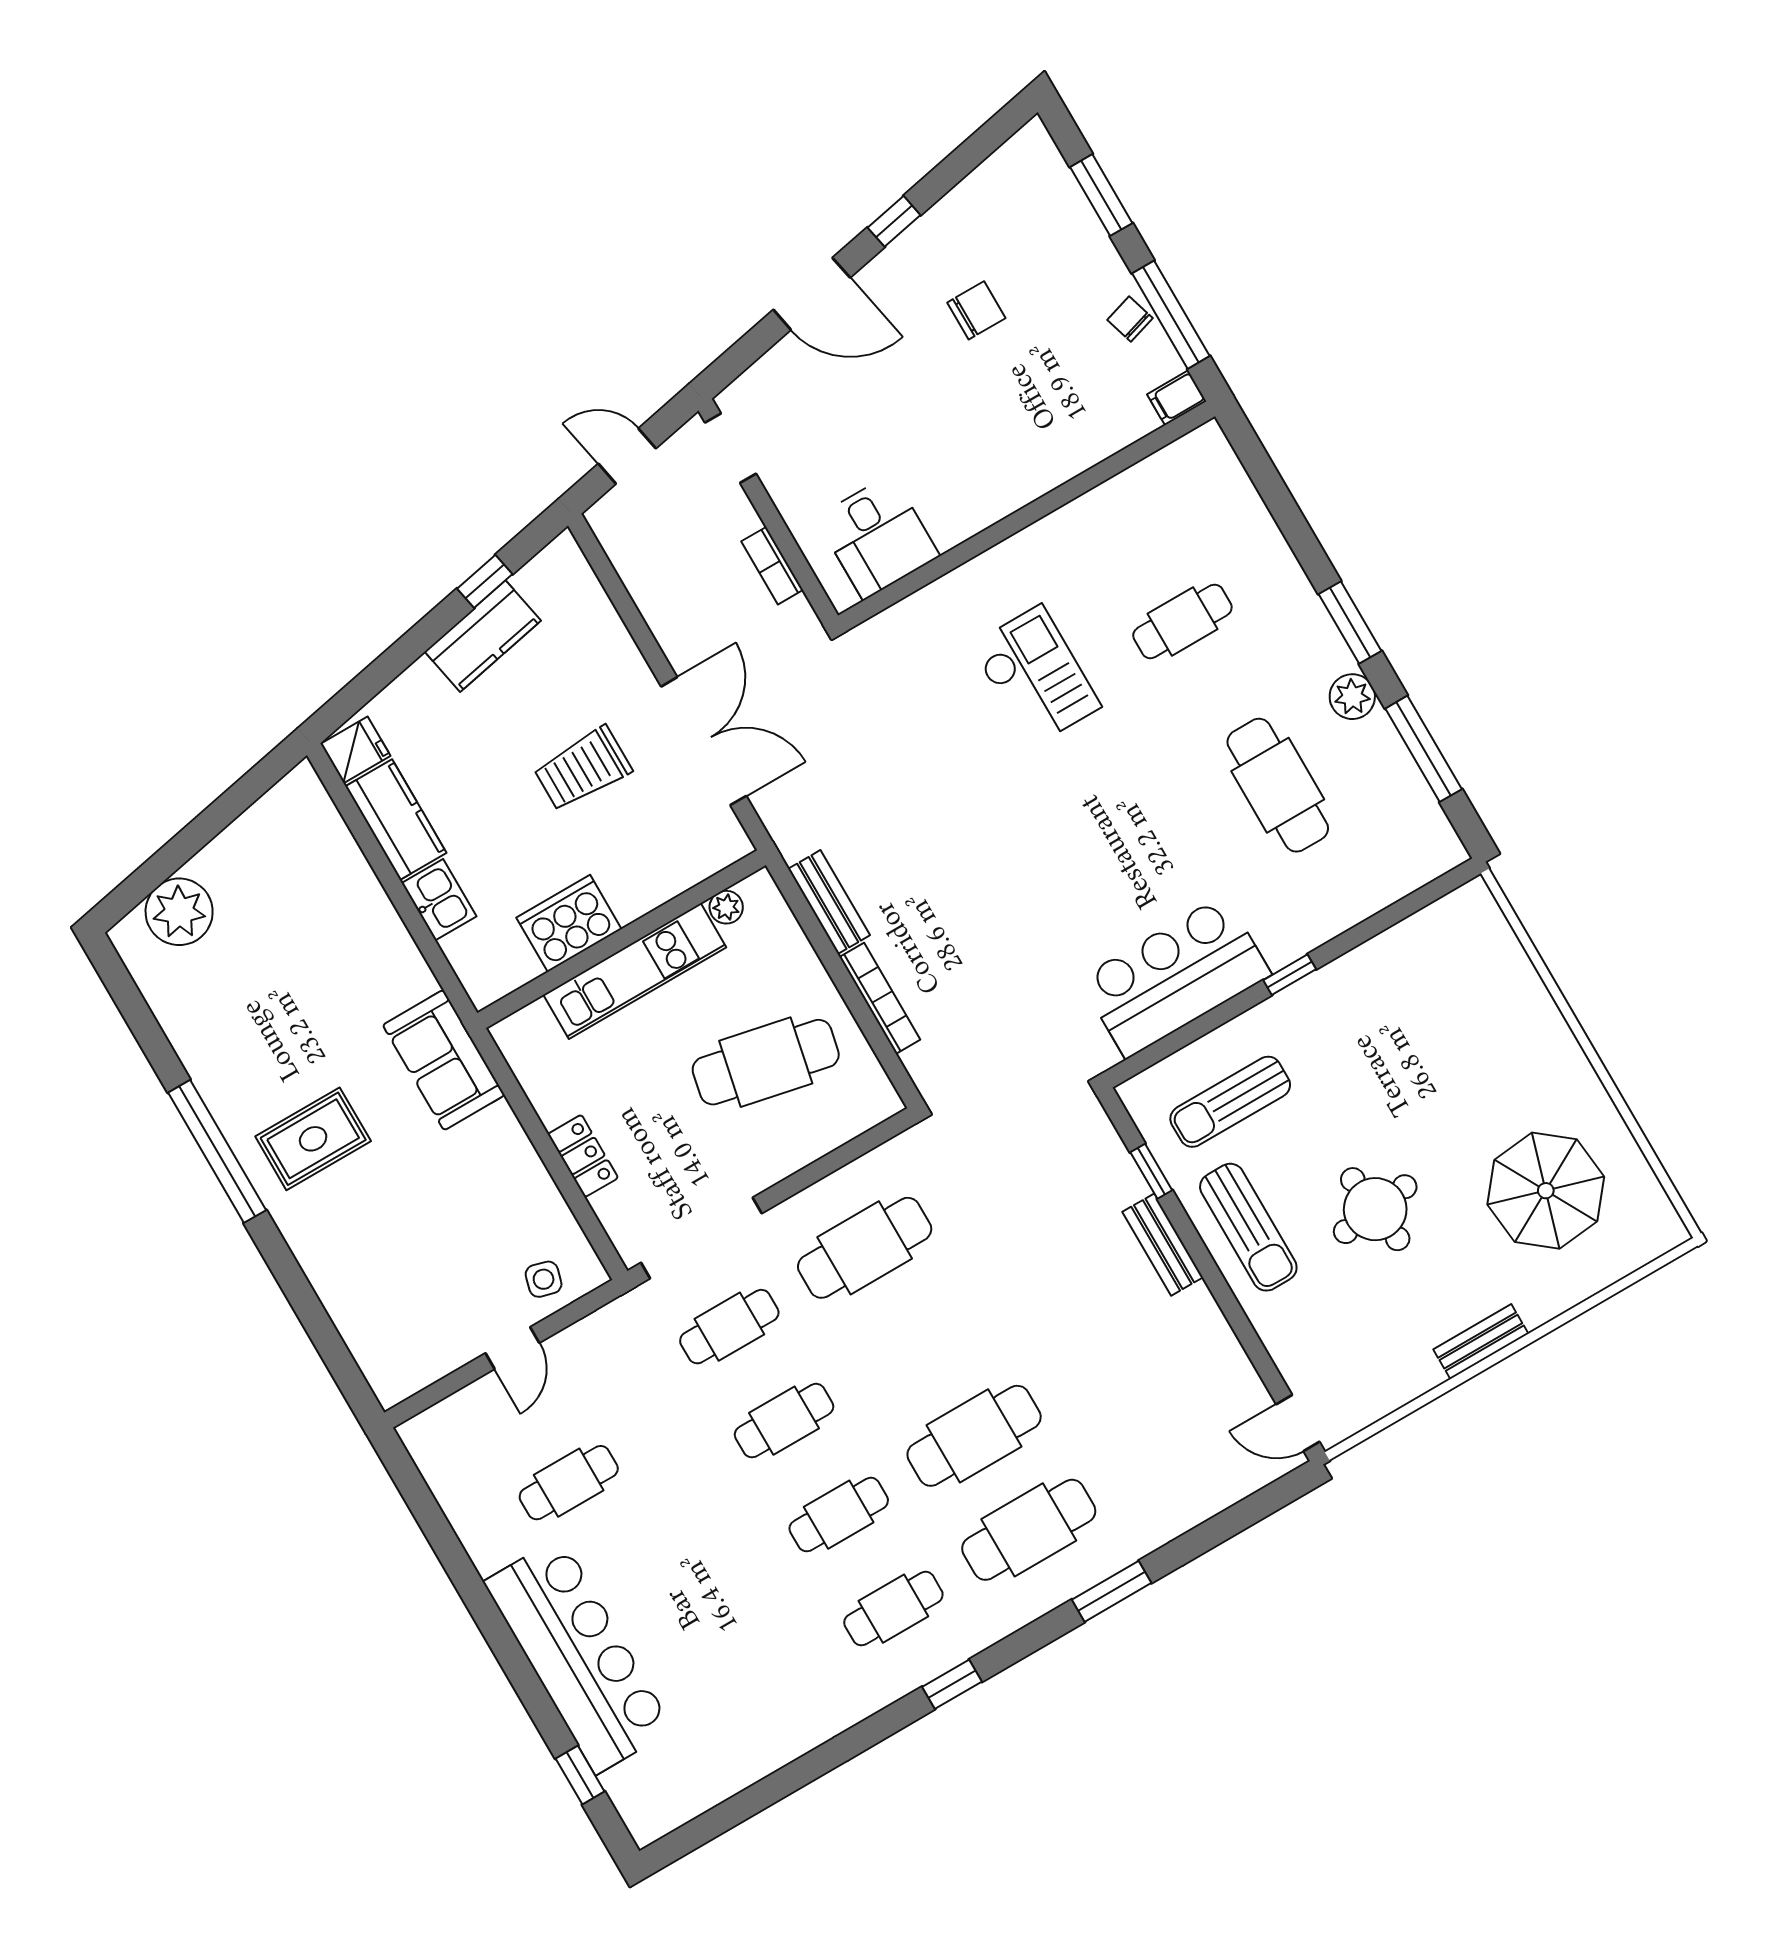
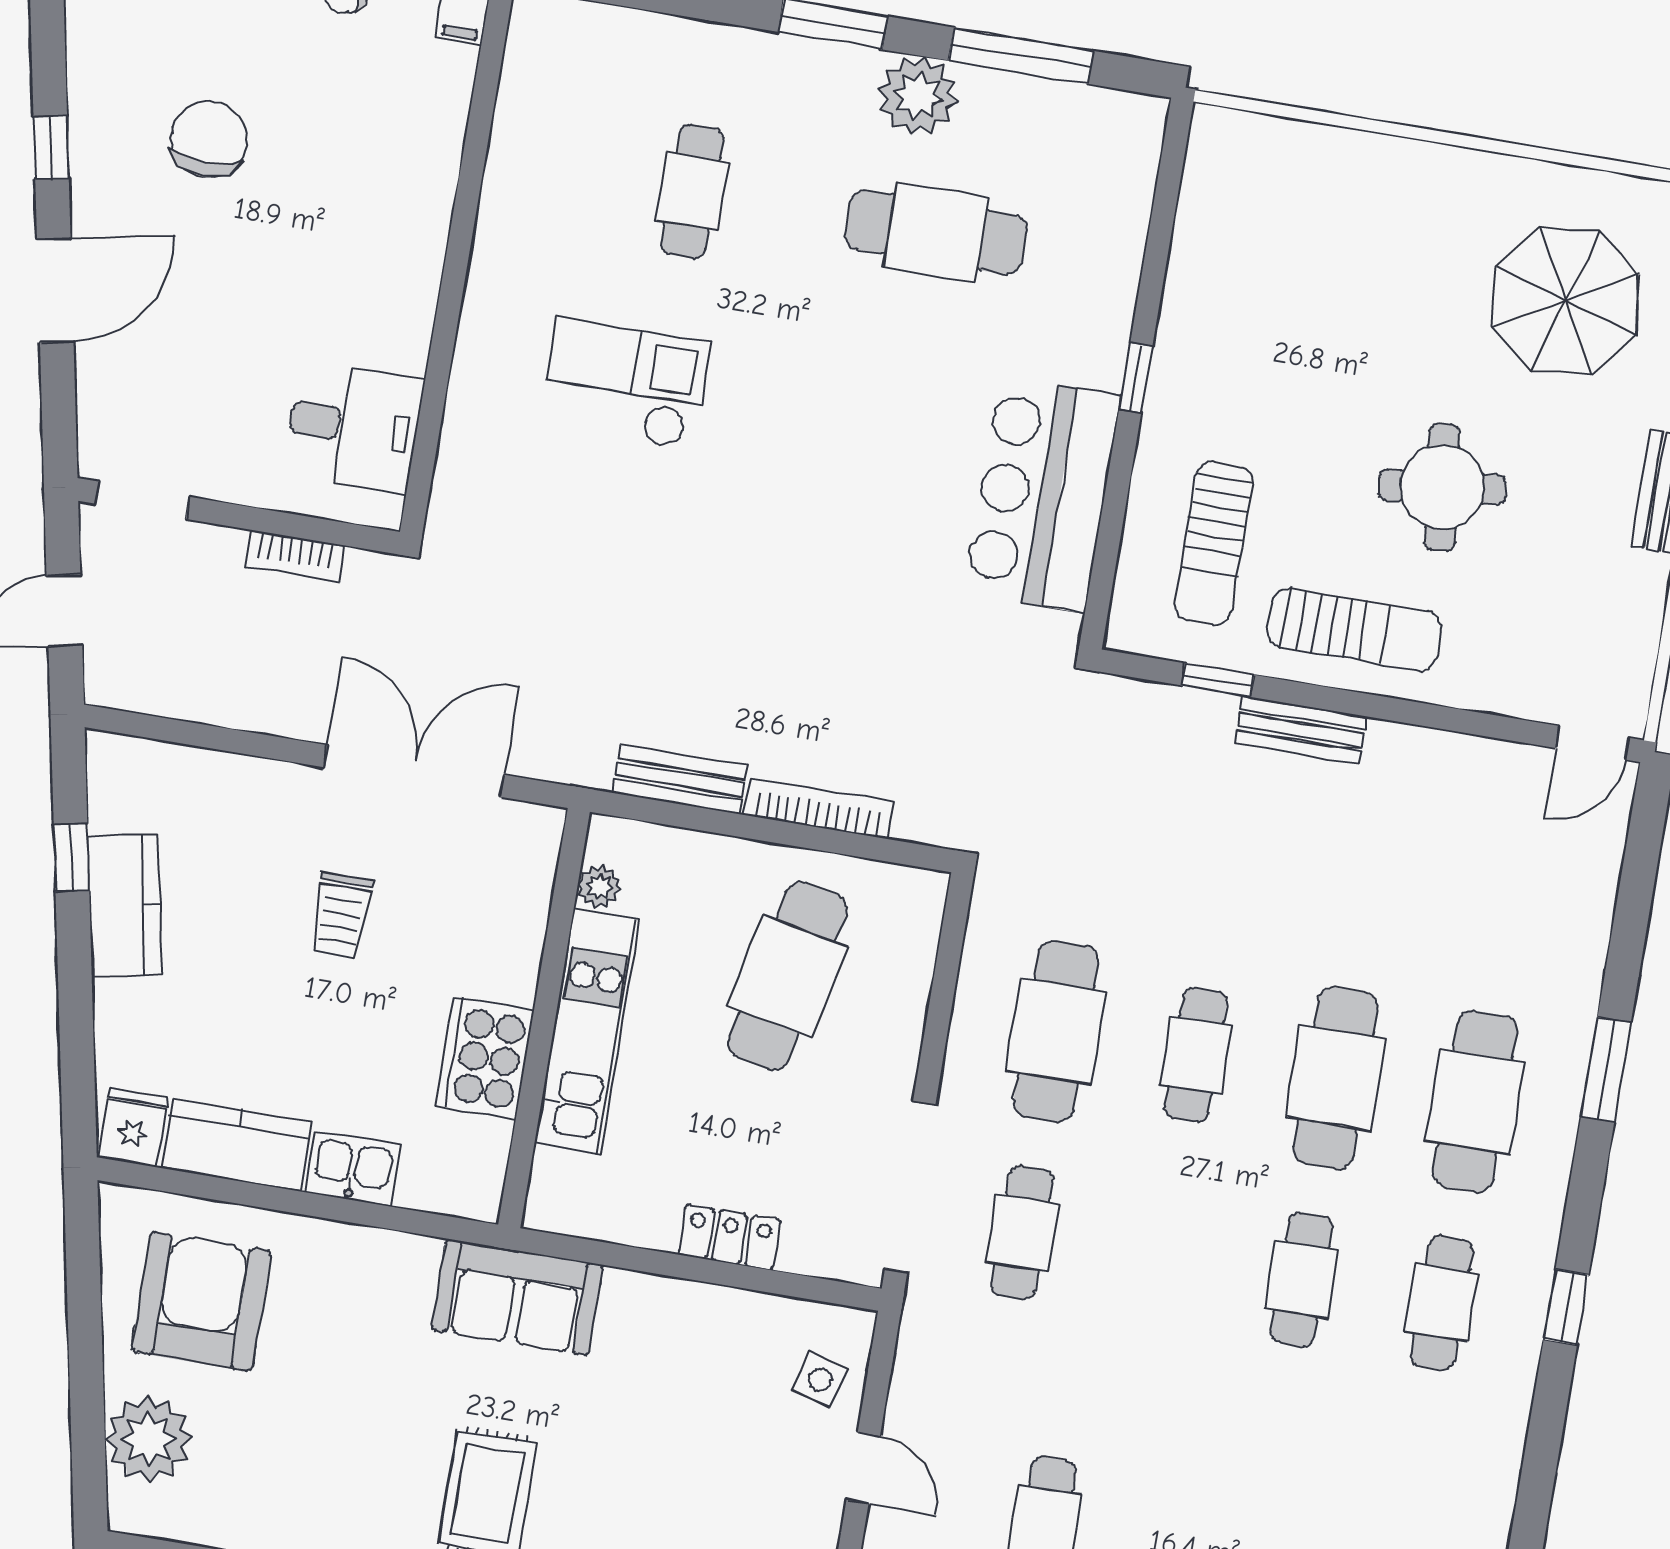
chair: (976, 310) -> (209, 139), width x1.37, depth x1.37
plant: (1352, 697) -> (918, 96), width x1.36, depth x1.36
trolley: (583, 769) -> (341, 915), width x0.73, depth x0.72
armchair: (286, 876) -> (201, 1301), added
cafe table: (784, 1421) -> (1196, 1055), moved

